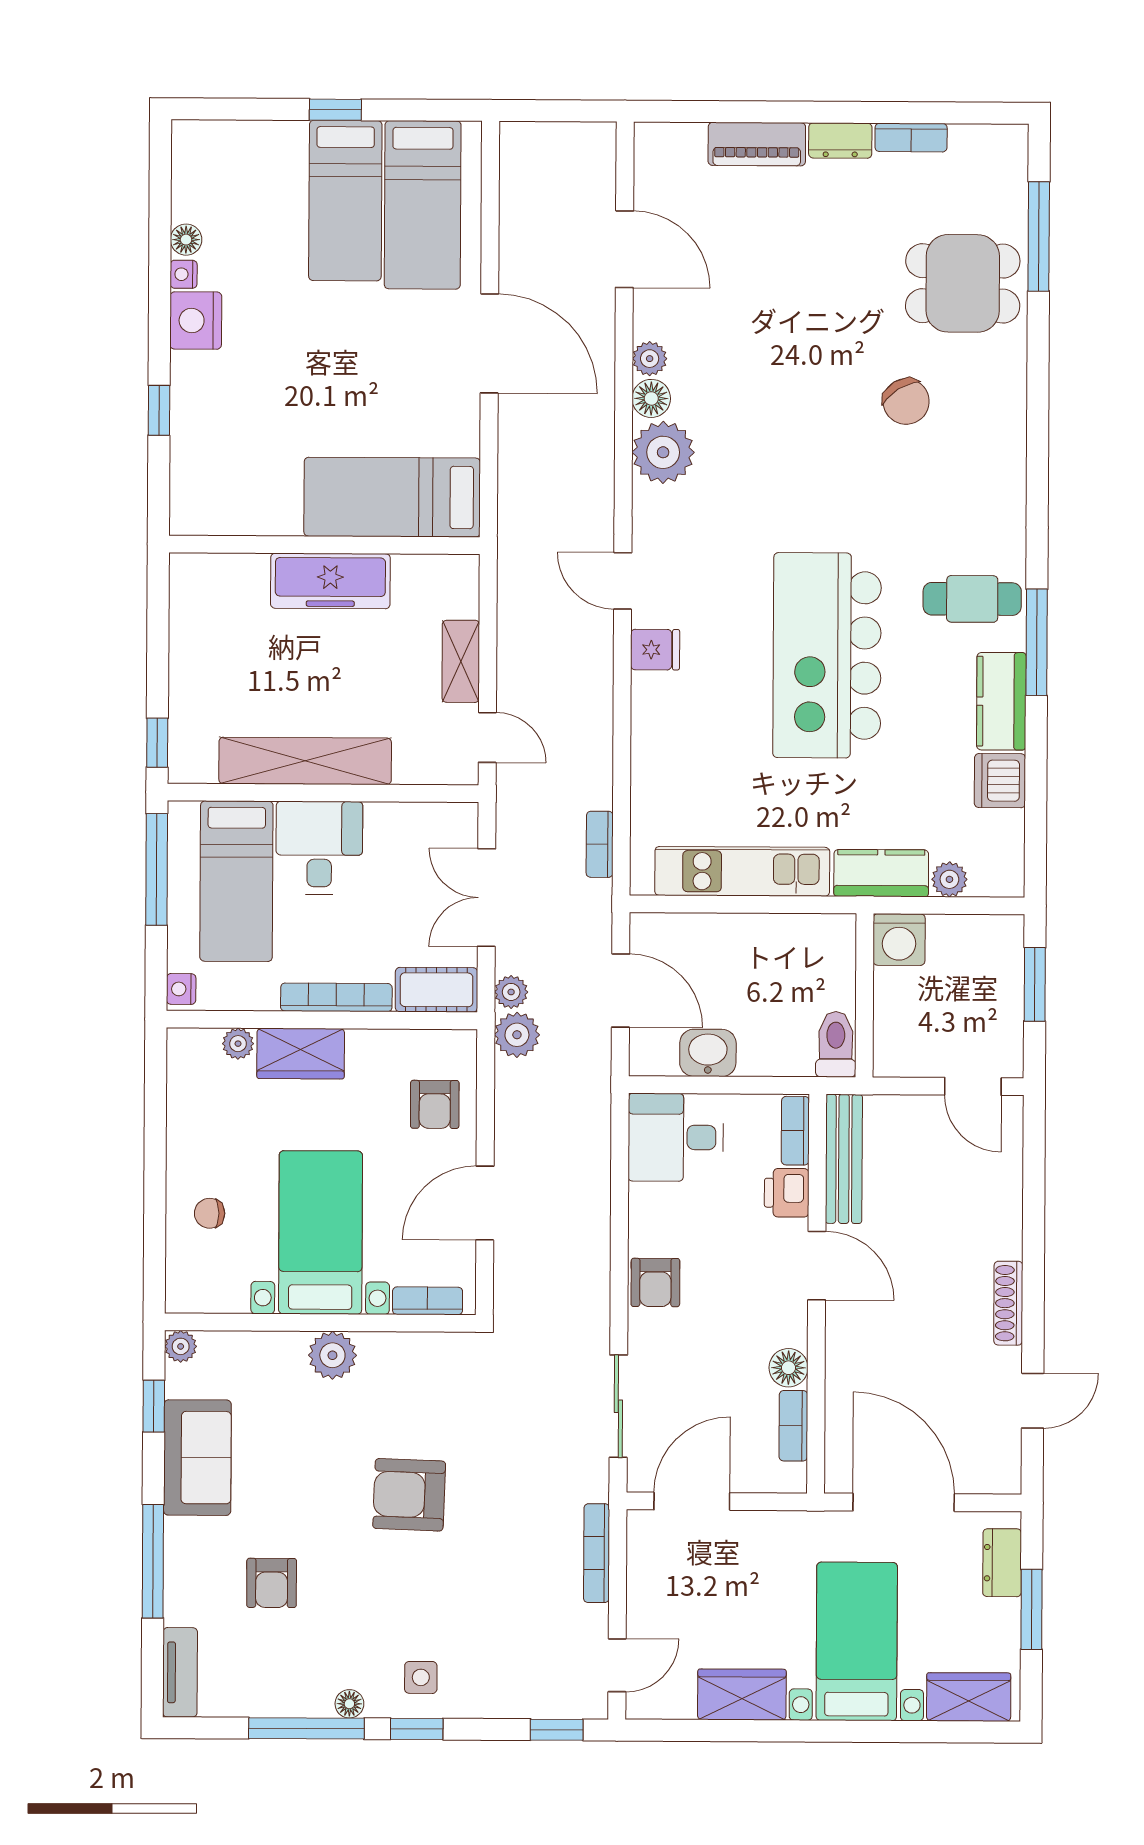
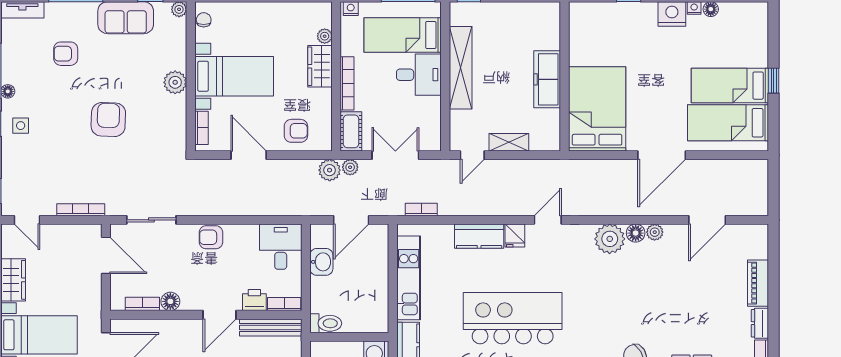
bed: (392, 497) -> (597, 109), width x1.50
kitchen counter: (656, 724) -> (479, 236), added
armchair: (435, 1104) -> (296, 131), turned 180
chair: (210, 1213) -> (204, 20), moved

